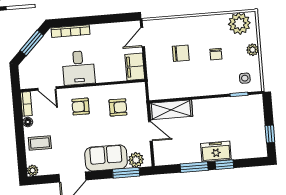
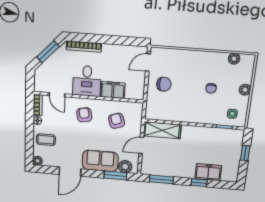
plant: (239, 23) -> (234, 59), width x0.53, depth x0.53
chair: (181, 53) -> (164, 84), moved
filing cabinet: (135, 67) -> (113, 90), moved, turned 90
armchair: (81, 107) -> (84, 115), turned 80
armchair: (118, 107) -> (117, 121), turned -108
door: (150, 131) -> (141, 145), swing flipped
window: (270, 134) -> (245, 153), moved
freezer: (216, 152) -> (208, 172), moved
window: (194, 167) -> (161, 179), moved

